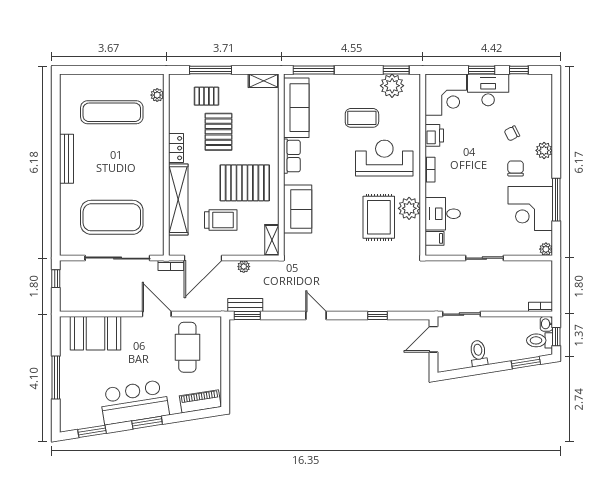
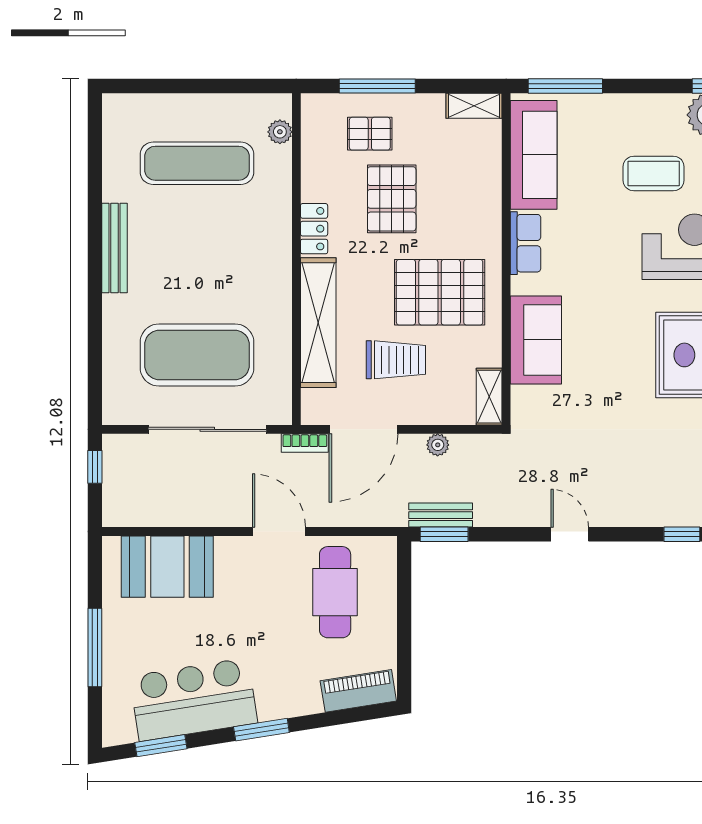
bar counter: (134, 402) -> (193, 700), moved

